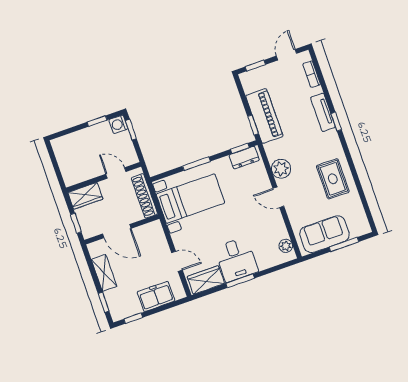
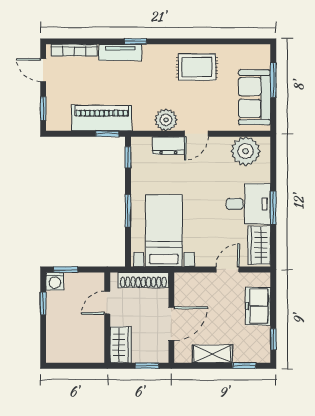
bookcase: (312, 74) -> (74, 50), width x1.56
dresser: (244, 158) -> (168, 146), moved, turned 90
plant: (286, 246) -> (246, 151), width x1.88, depth x1.88

